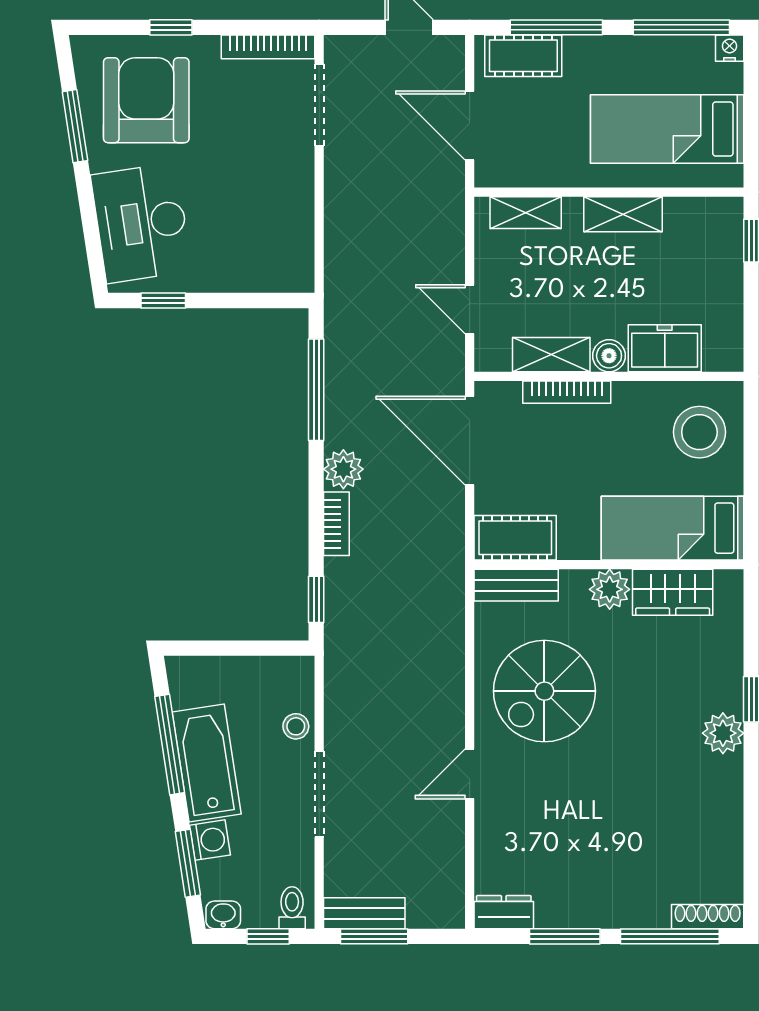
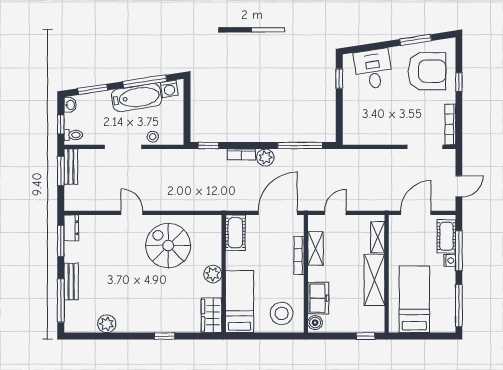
nightstand: (730, 48) -> (450, 261), moved
shelving: (623, 214) -> (374, 280), width x1.50, depth x1.33
desk: (141, 223) -> (373, 69), width x0.73
boiler: (609, 356) -> (315, 323), moved
bench: (516, 585) -> (71, 282), moved
wardrobe: (673, 592) -> (211, 315), moved
plant: (723, 733) -> (107, 324), moved
washing machine: (210, 840) -> (169, 89), moved
shoe rack: (708, 917) -> (69, 317), removed
window: (565, 936) -> (61, 241), moved

